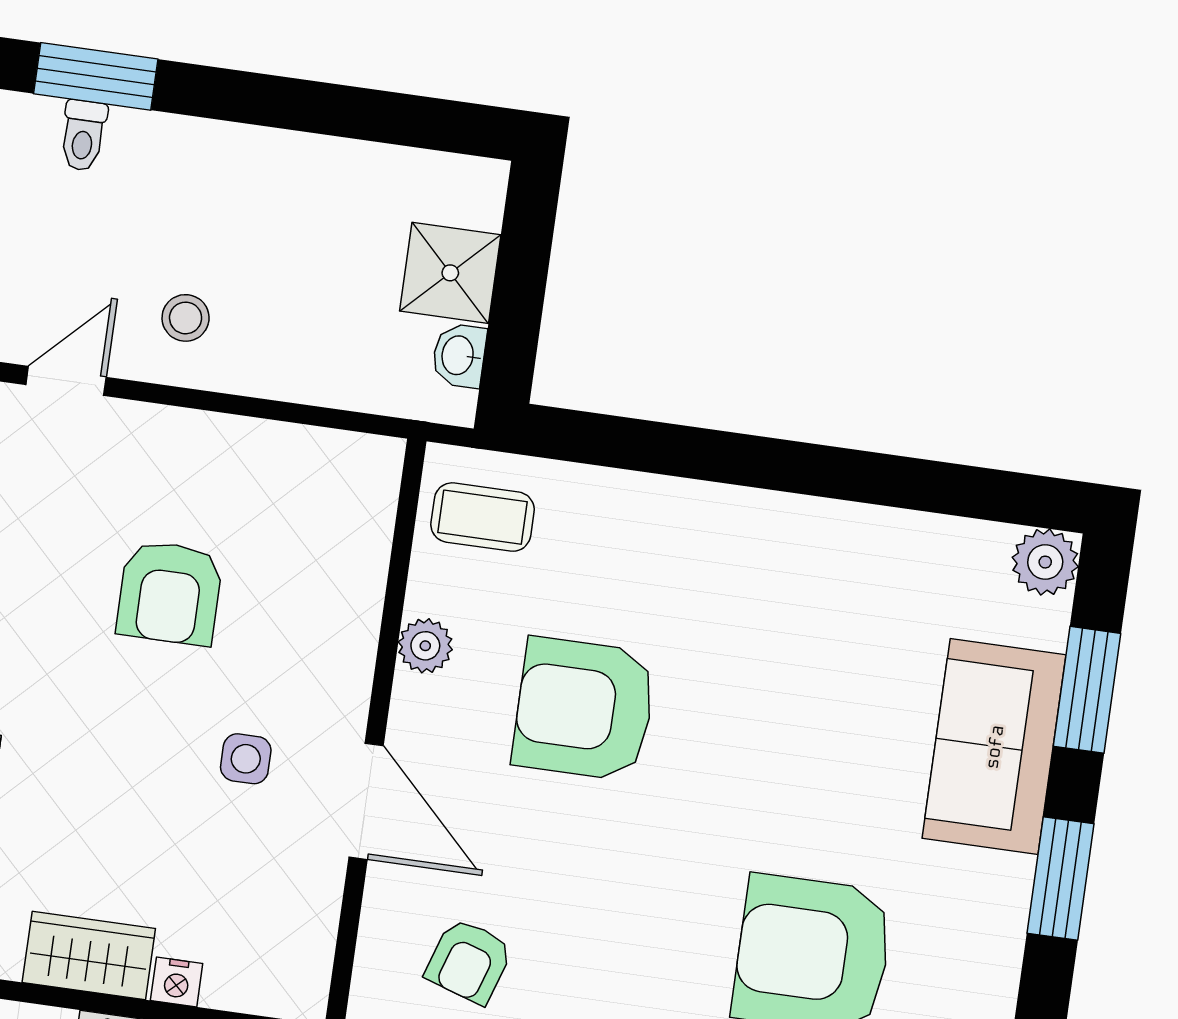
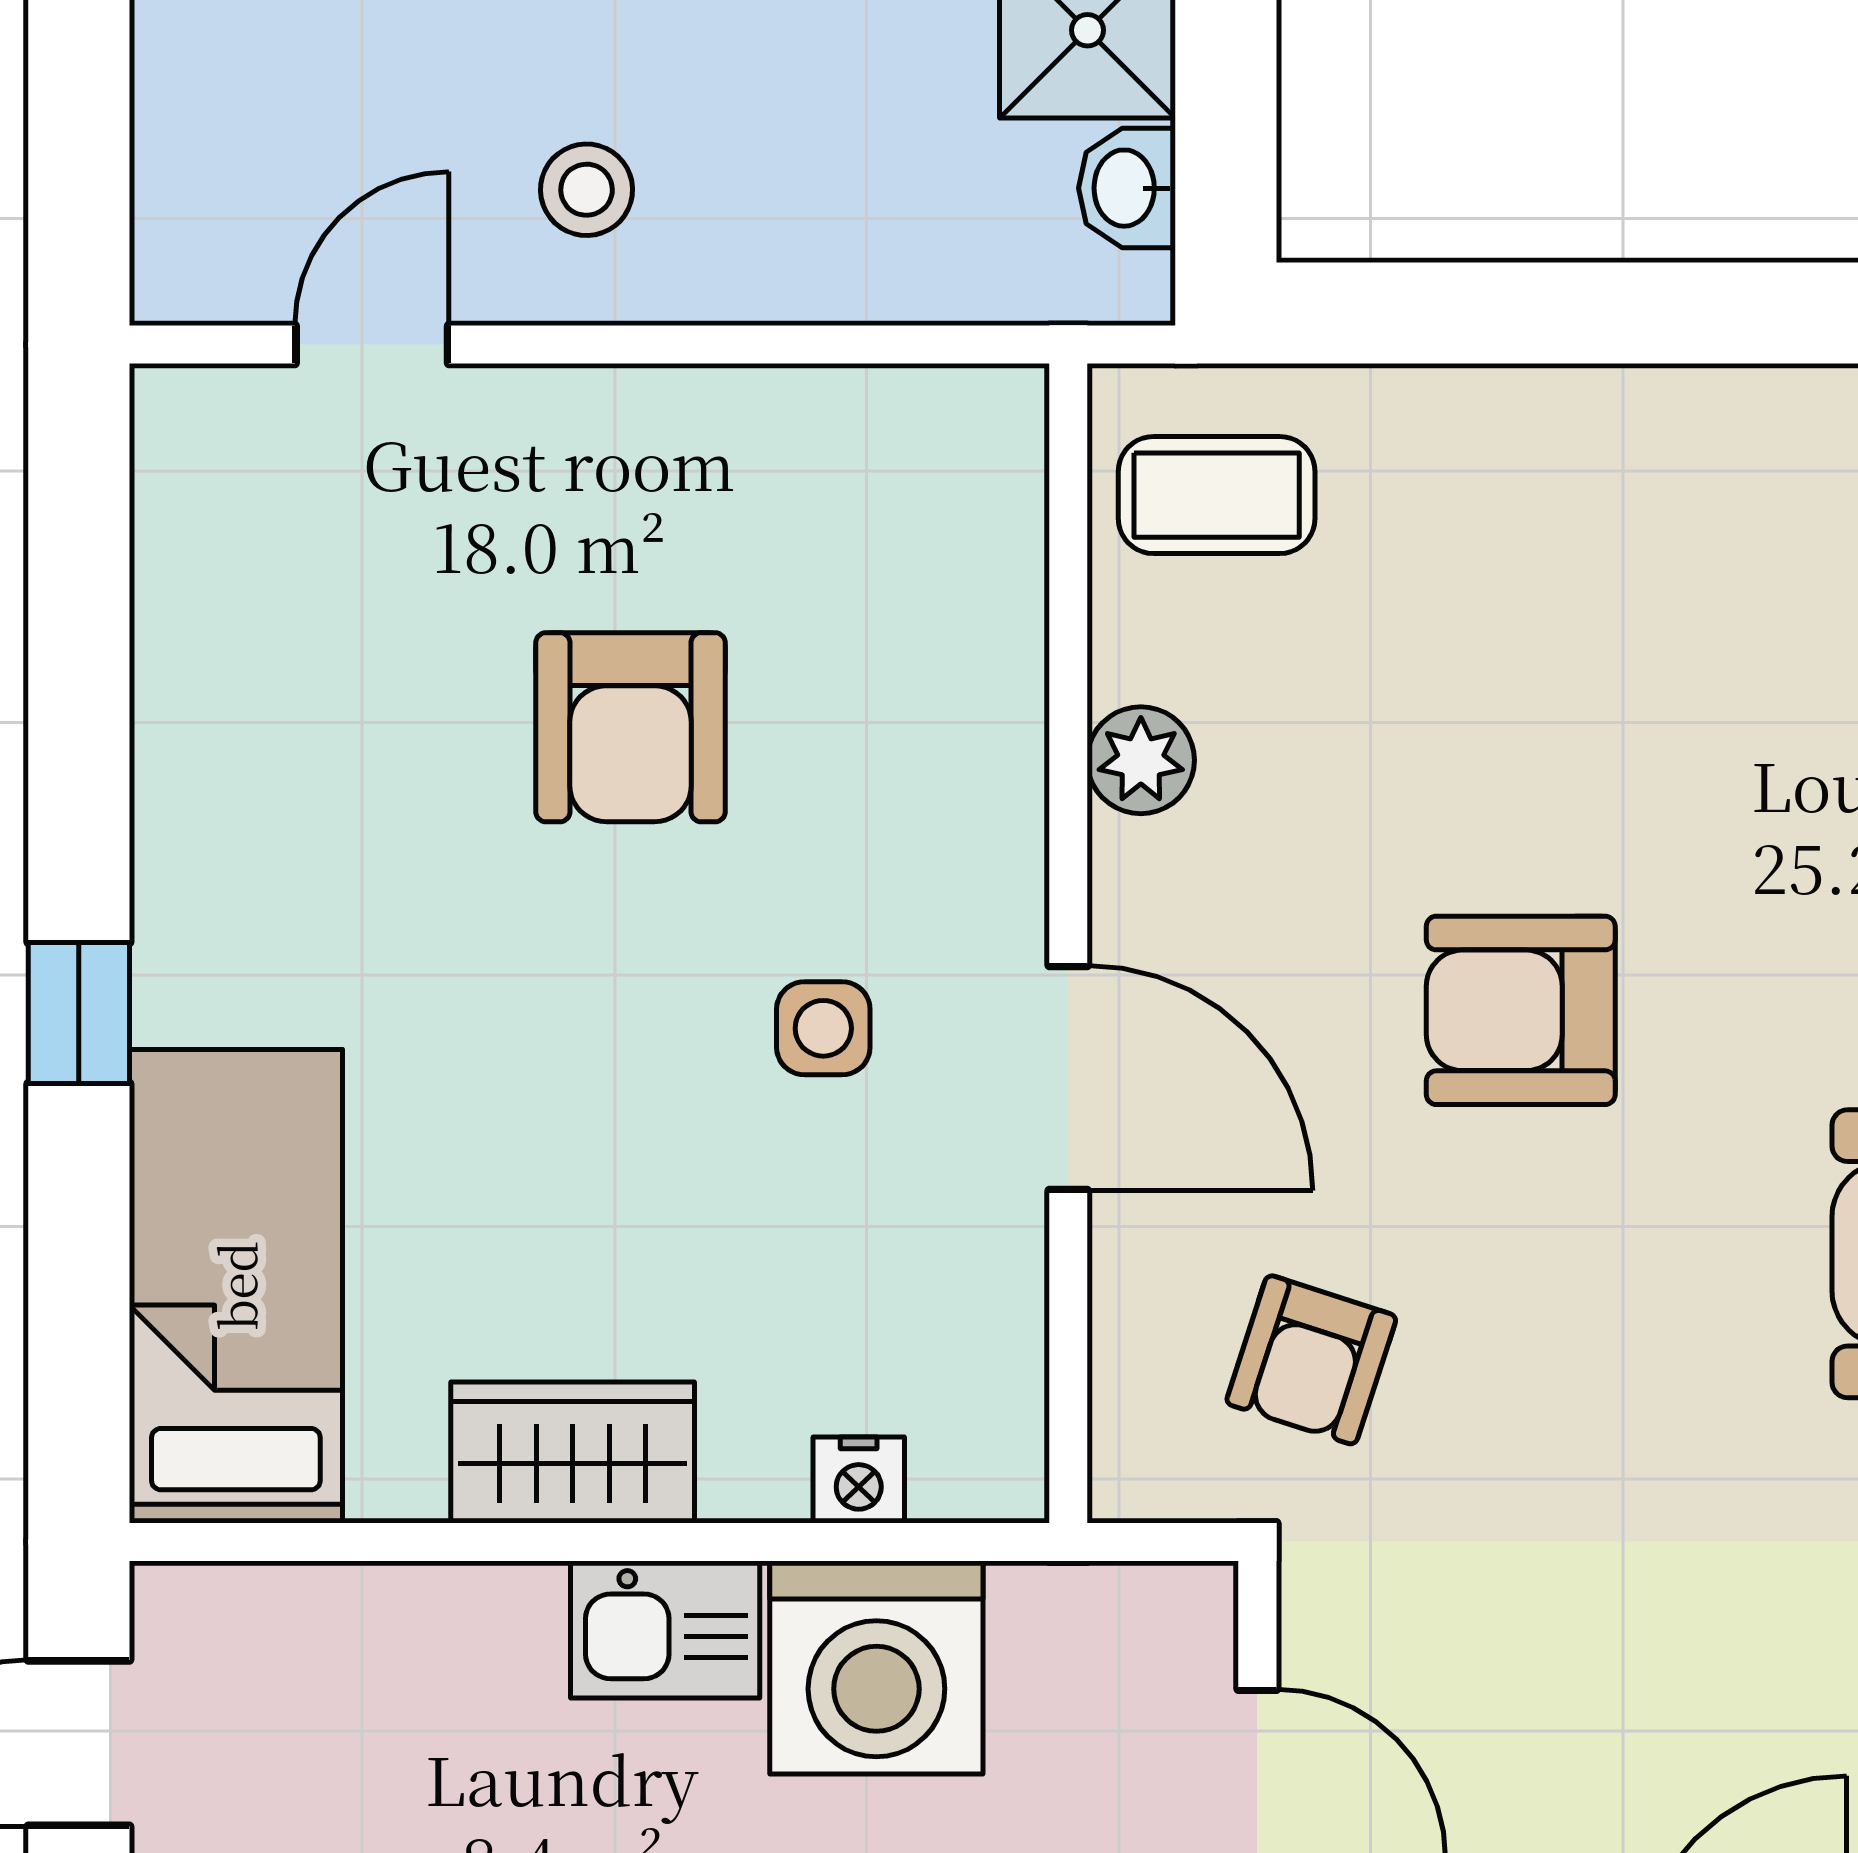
armchair: (584, 709) -> (1521, 1010), moved, width x0.73, depth x0.73
nightstand: (177, 982) -> (859, 1480), moved

